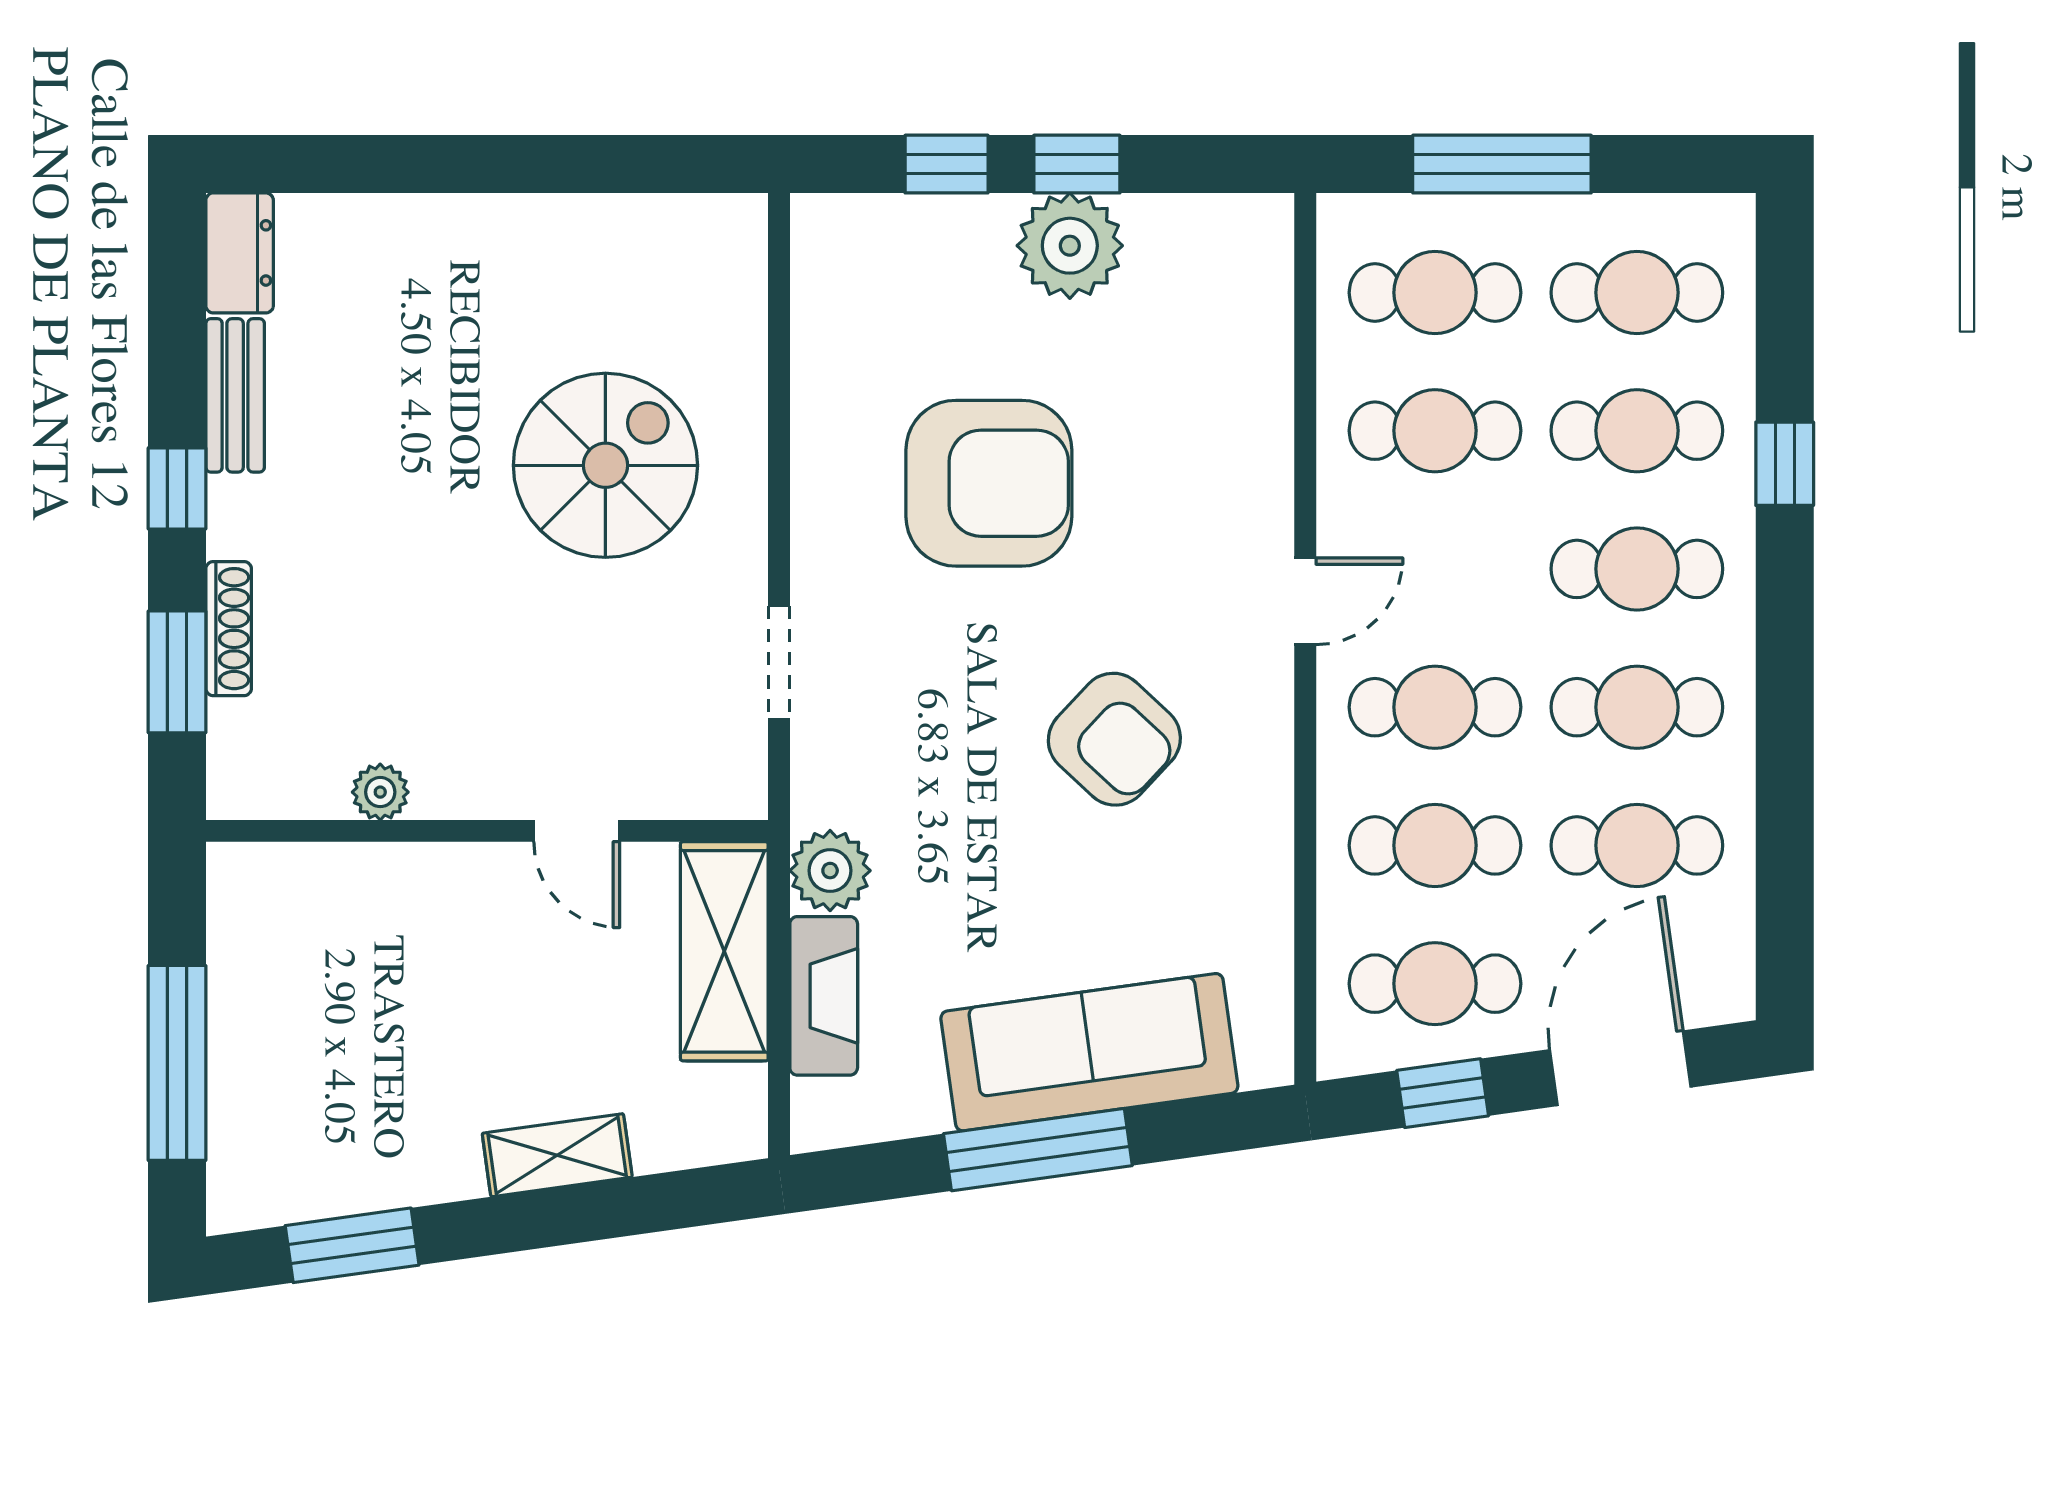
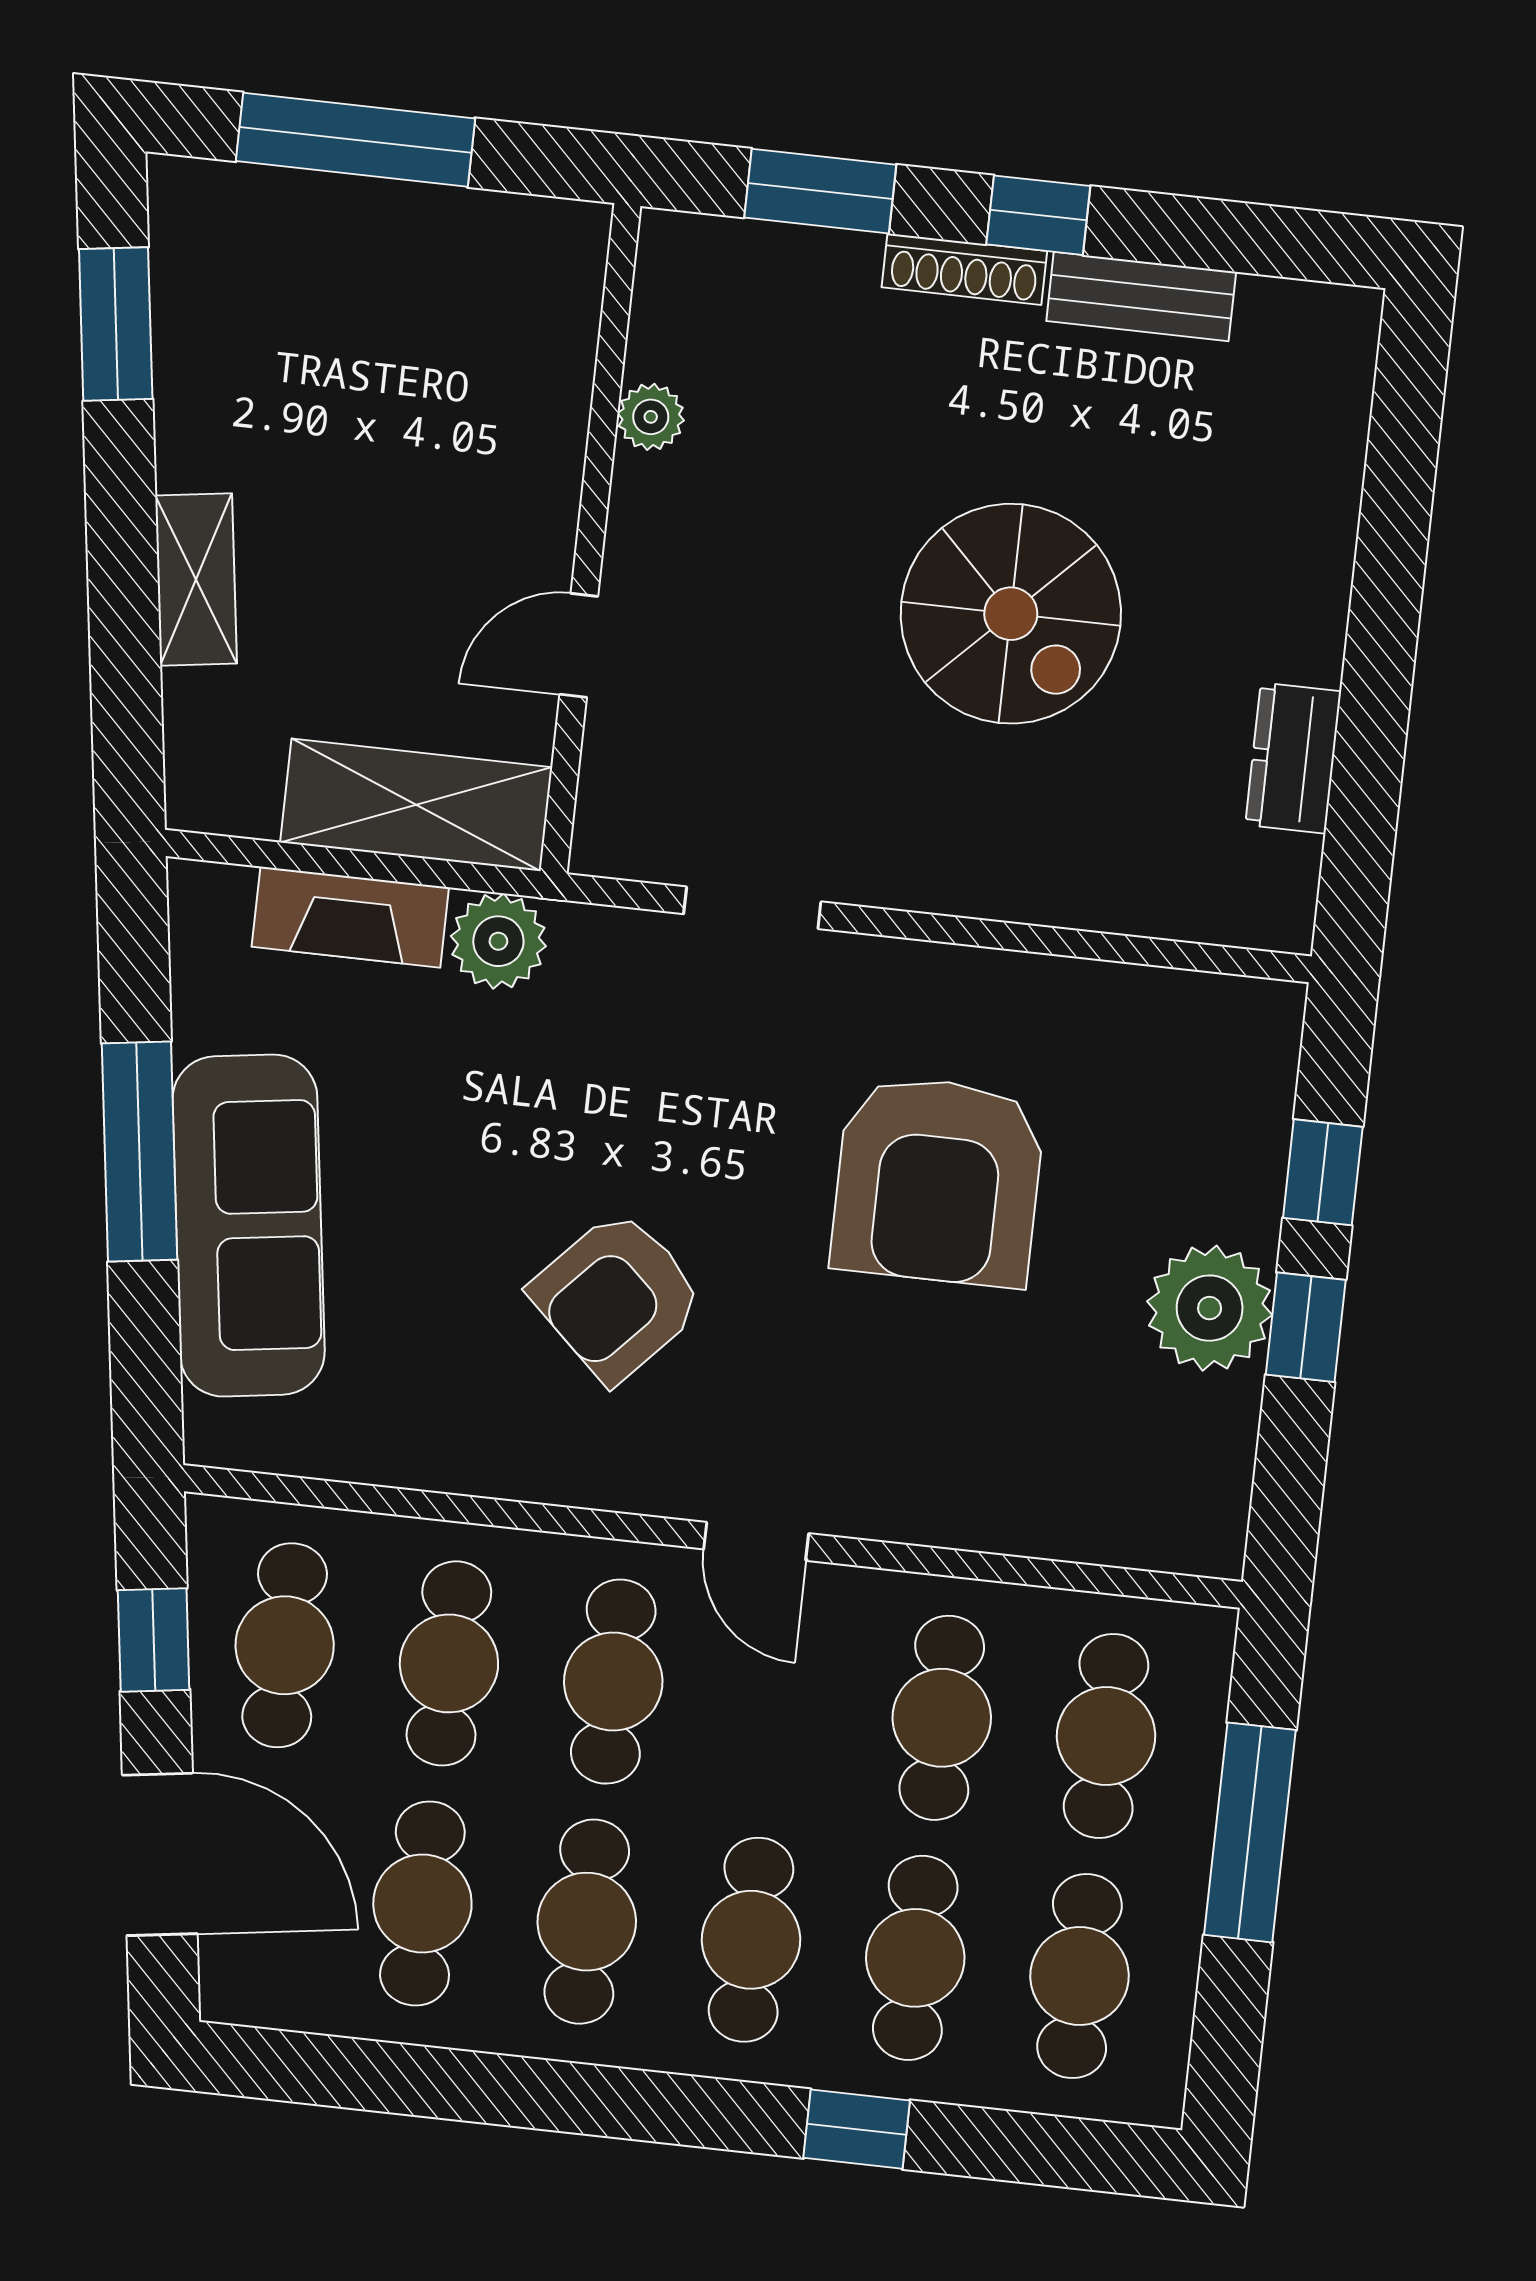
dresser: (240, 253) -> (1293, 758), moved, turned 90
spiral stairs: (605, 465) -> (1011, 614), moved
shoe rack: (229, 629) -> (964, 269), moved

